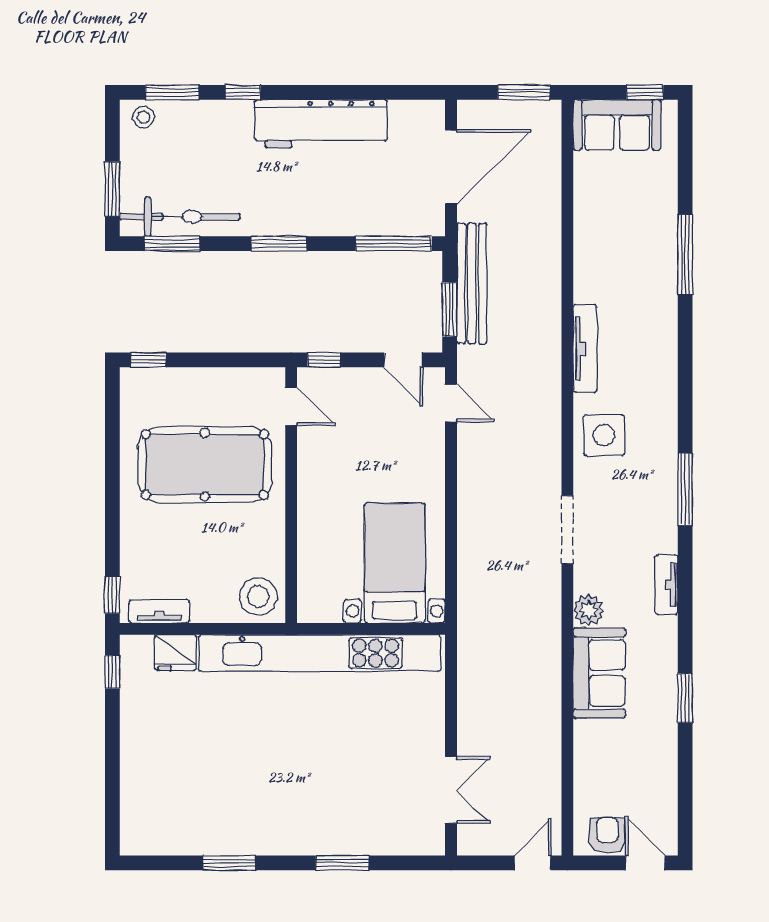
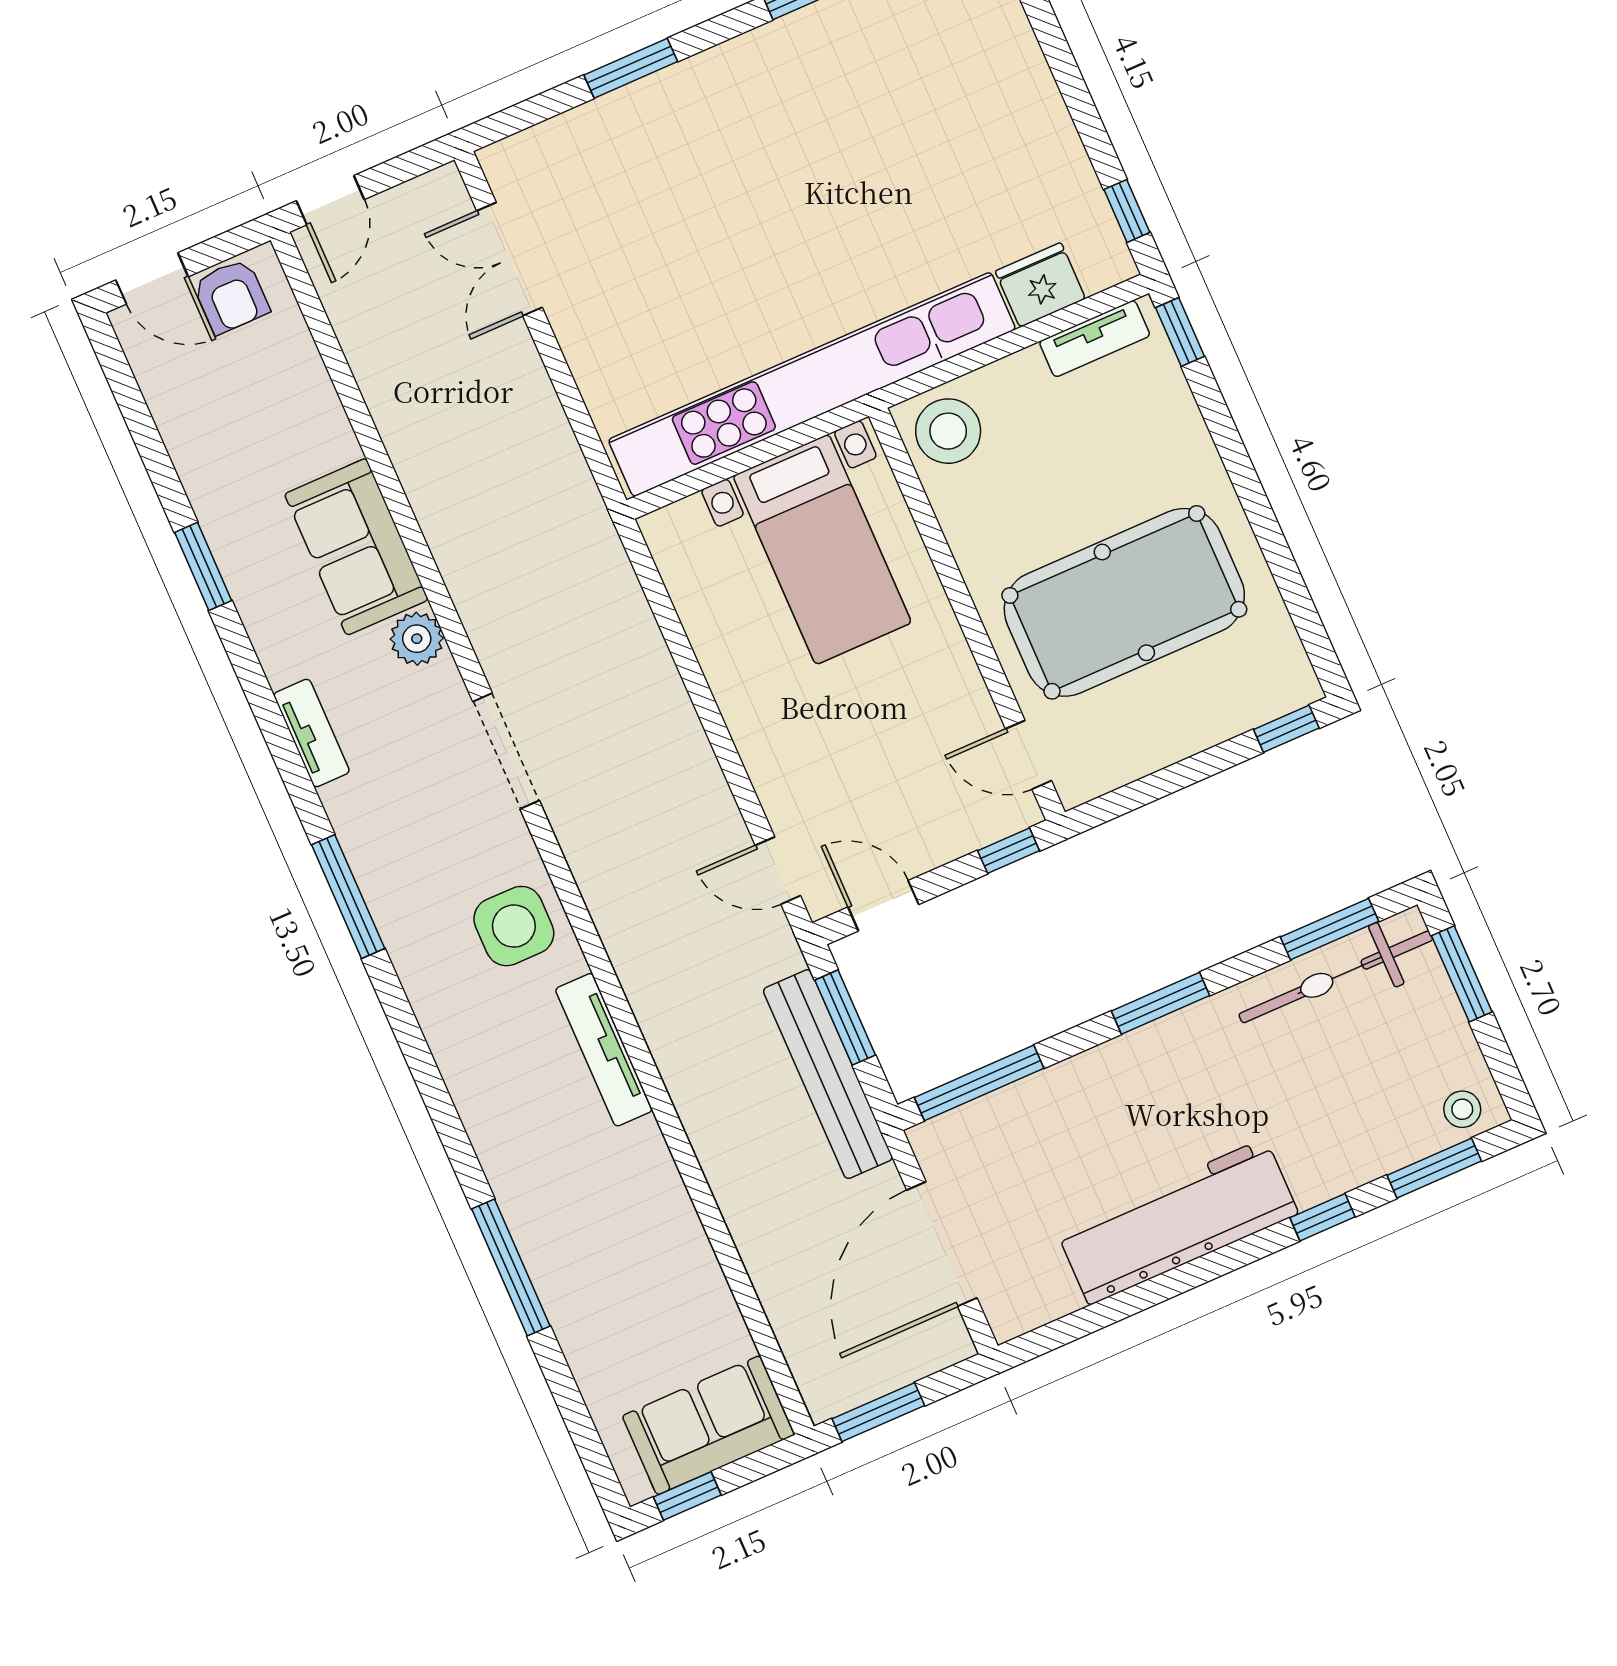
bed with nightstands: (395, 563) -> (822, 549), moved

